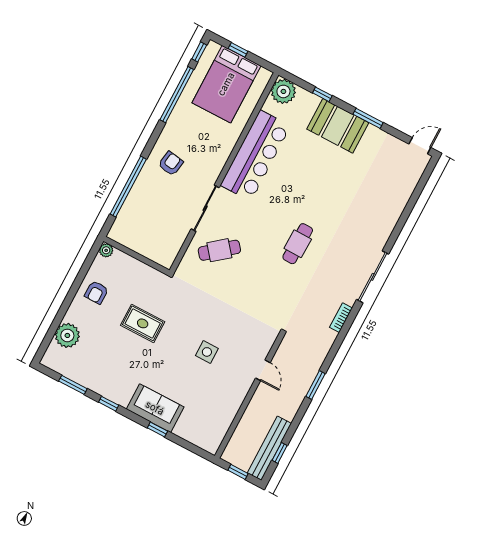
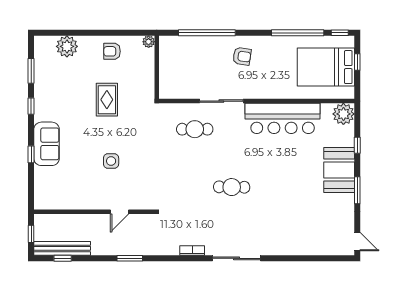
cafe table: (219, 250) -> (195, 129), turned -51

